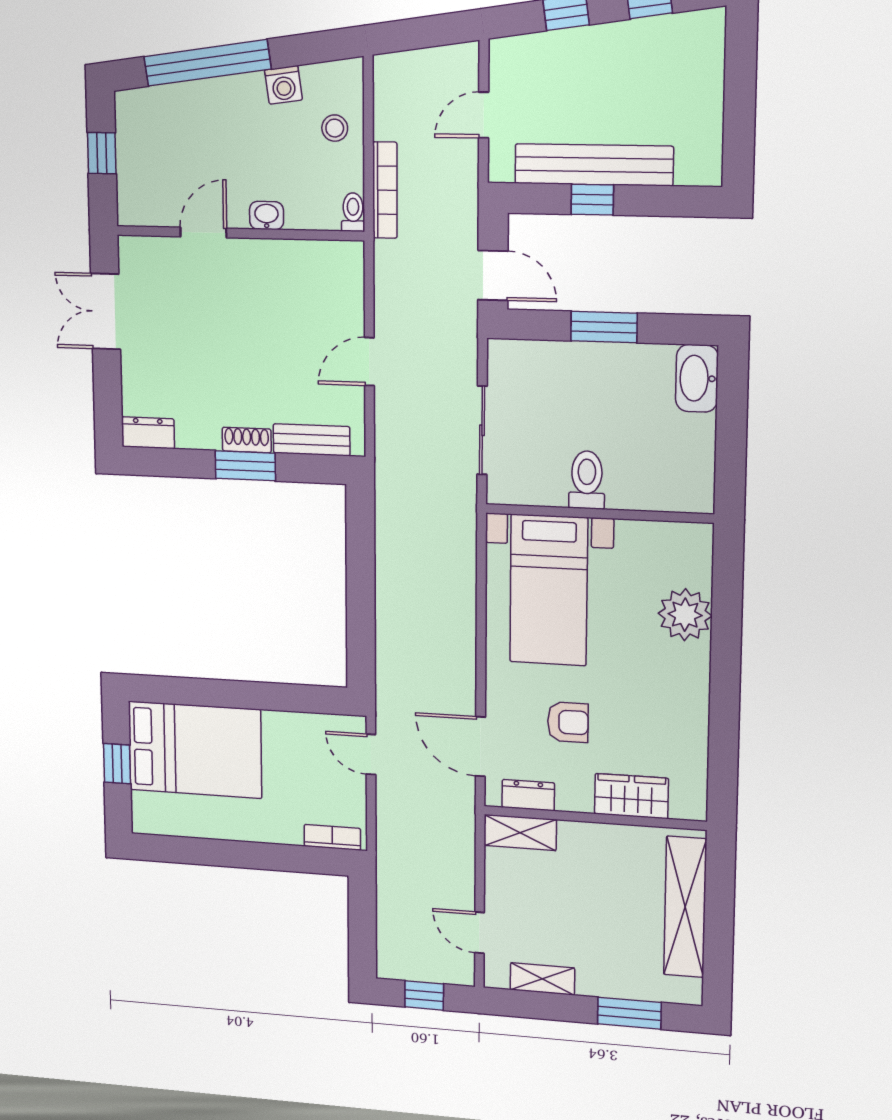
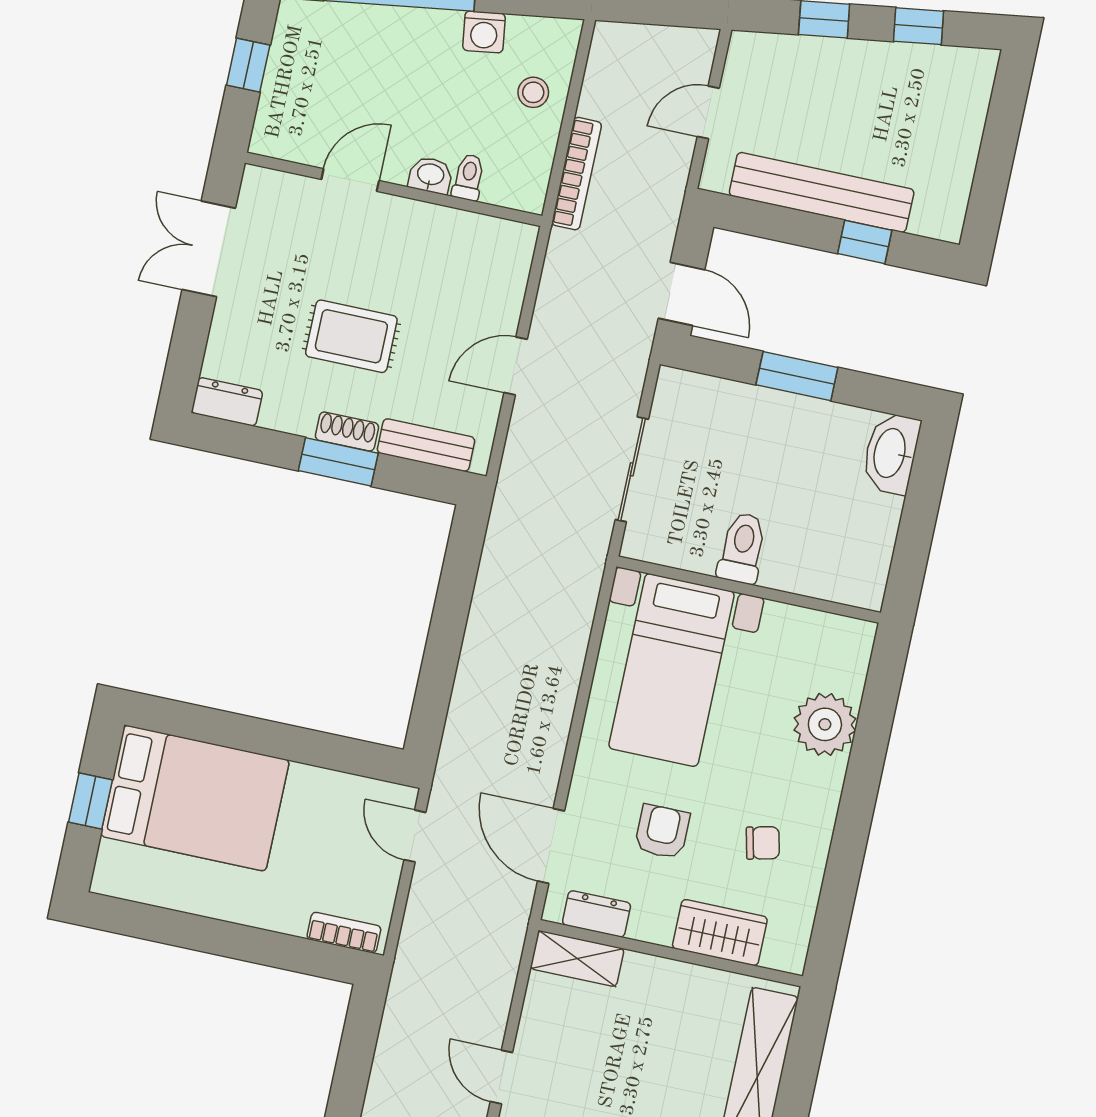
window: (592, 200) -> (865, 242), moved
toilet: (353, 212) -> (468, 177), moved
rug: (233, 362) -> (351, 336), added
chair: (652, 719) -> (763, 843), added
armchair: (568, 722) -> (662, 832), turned -90

